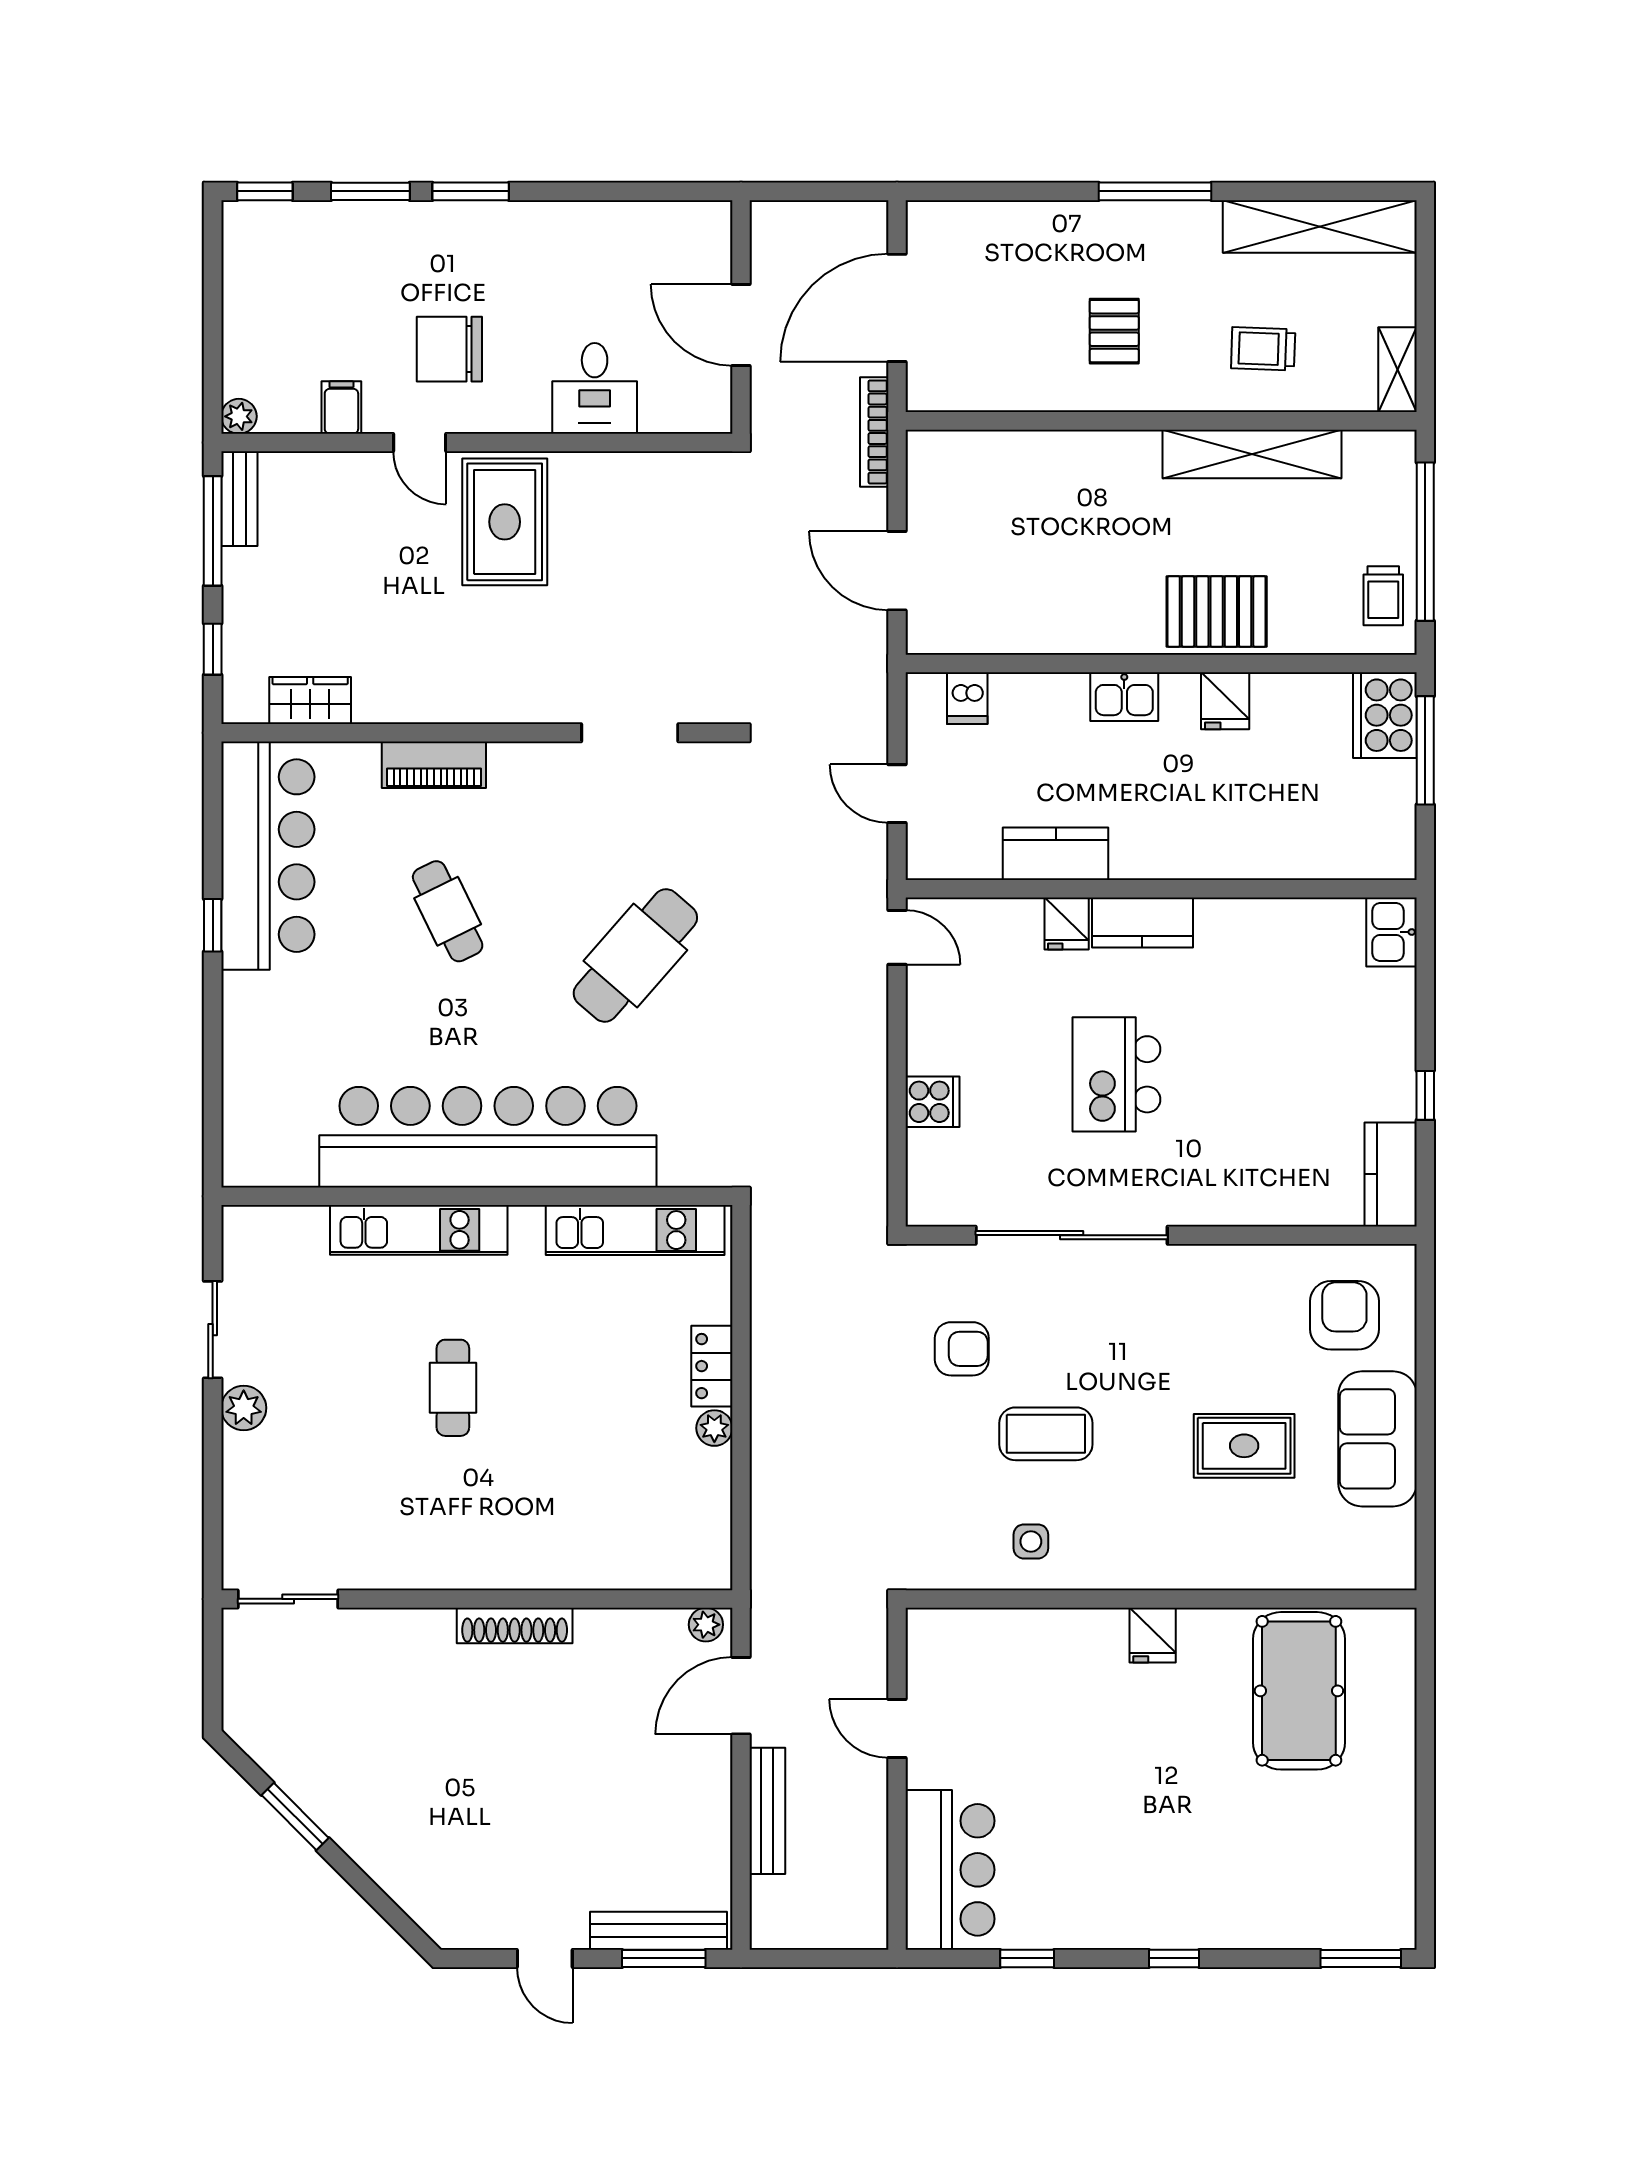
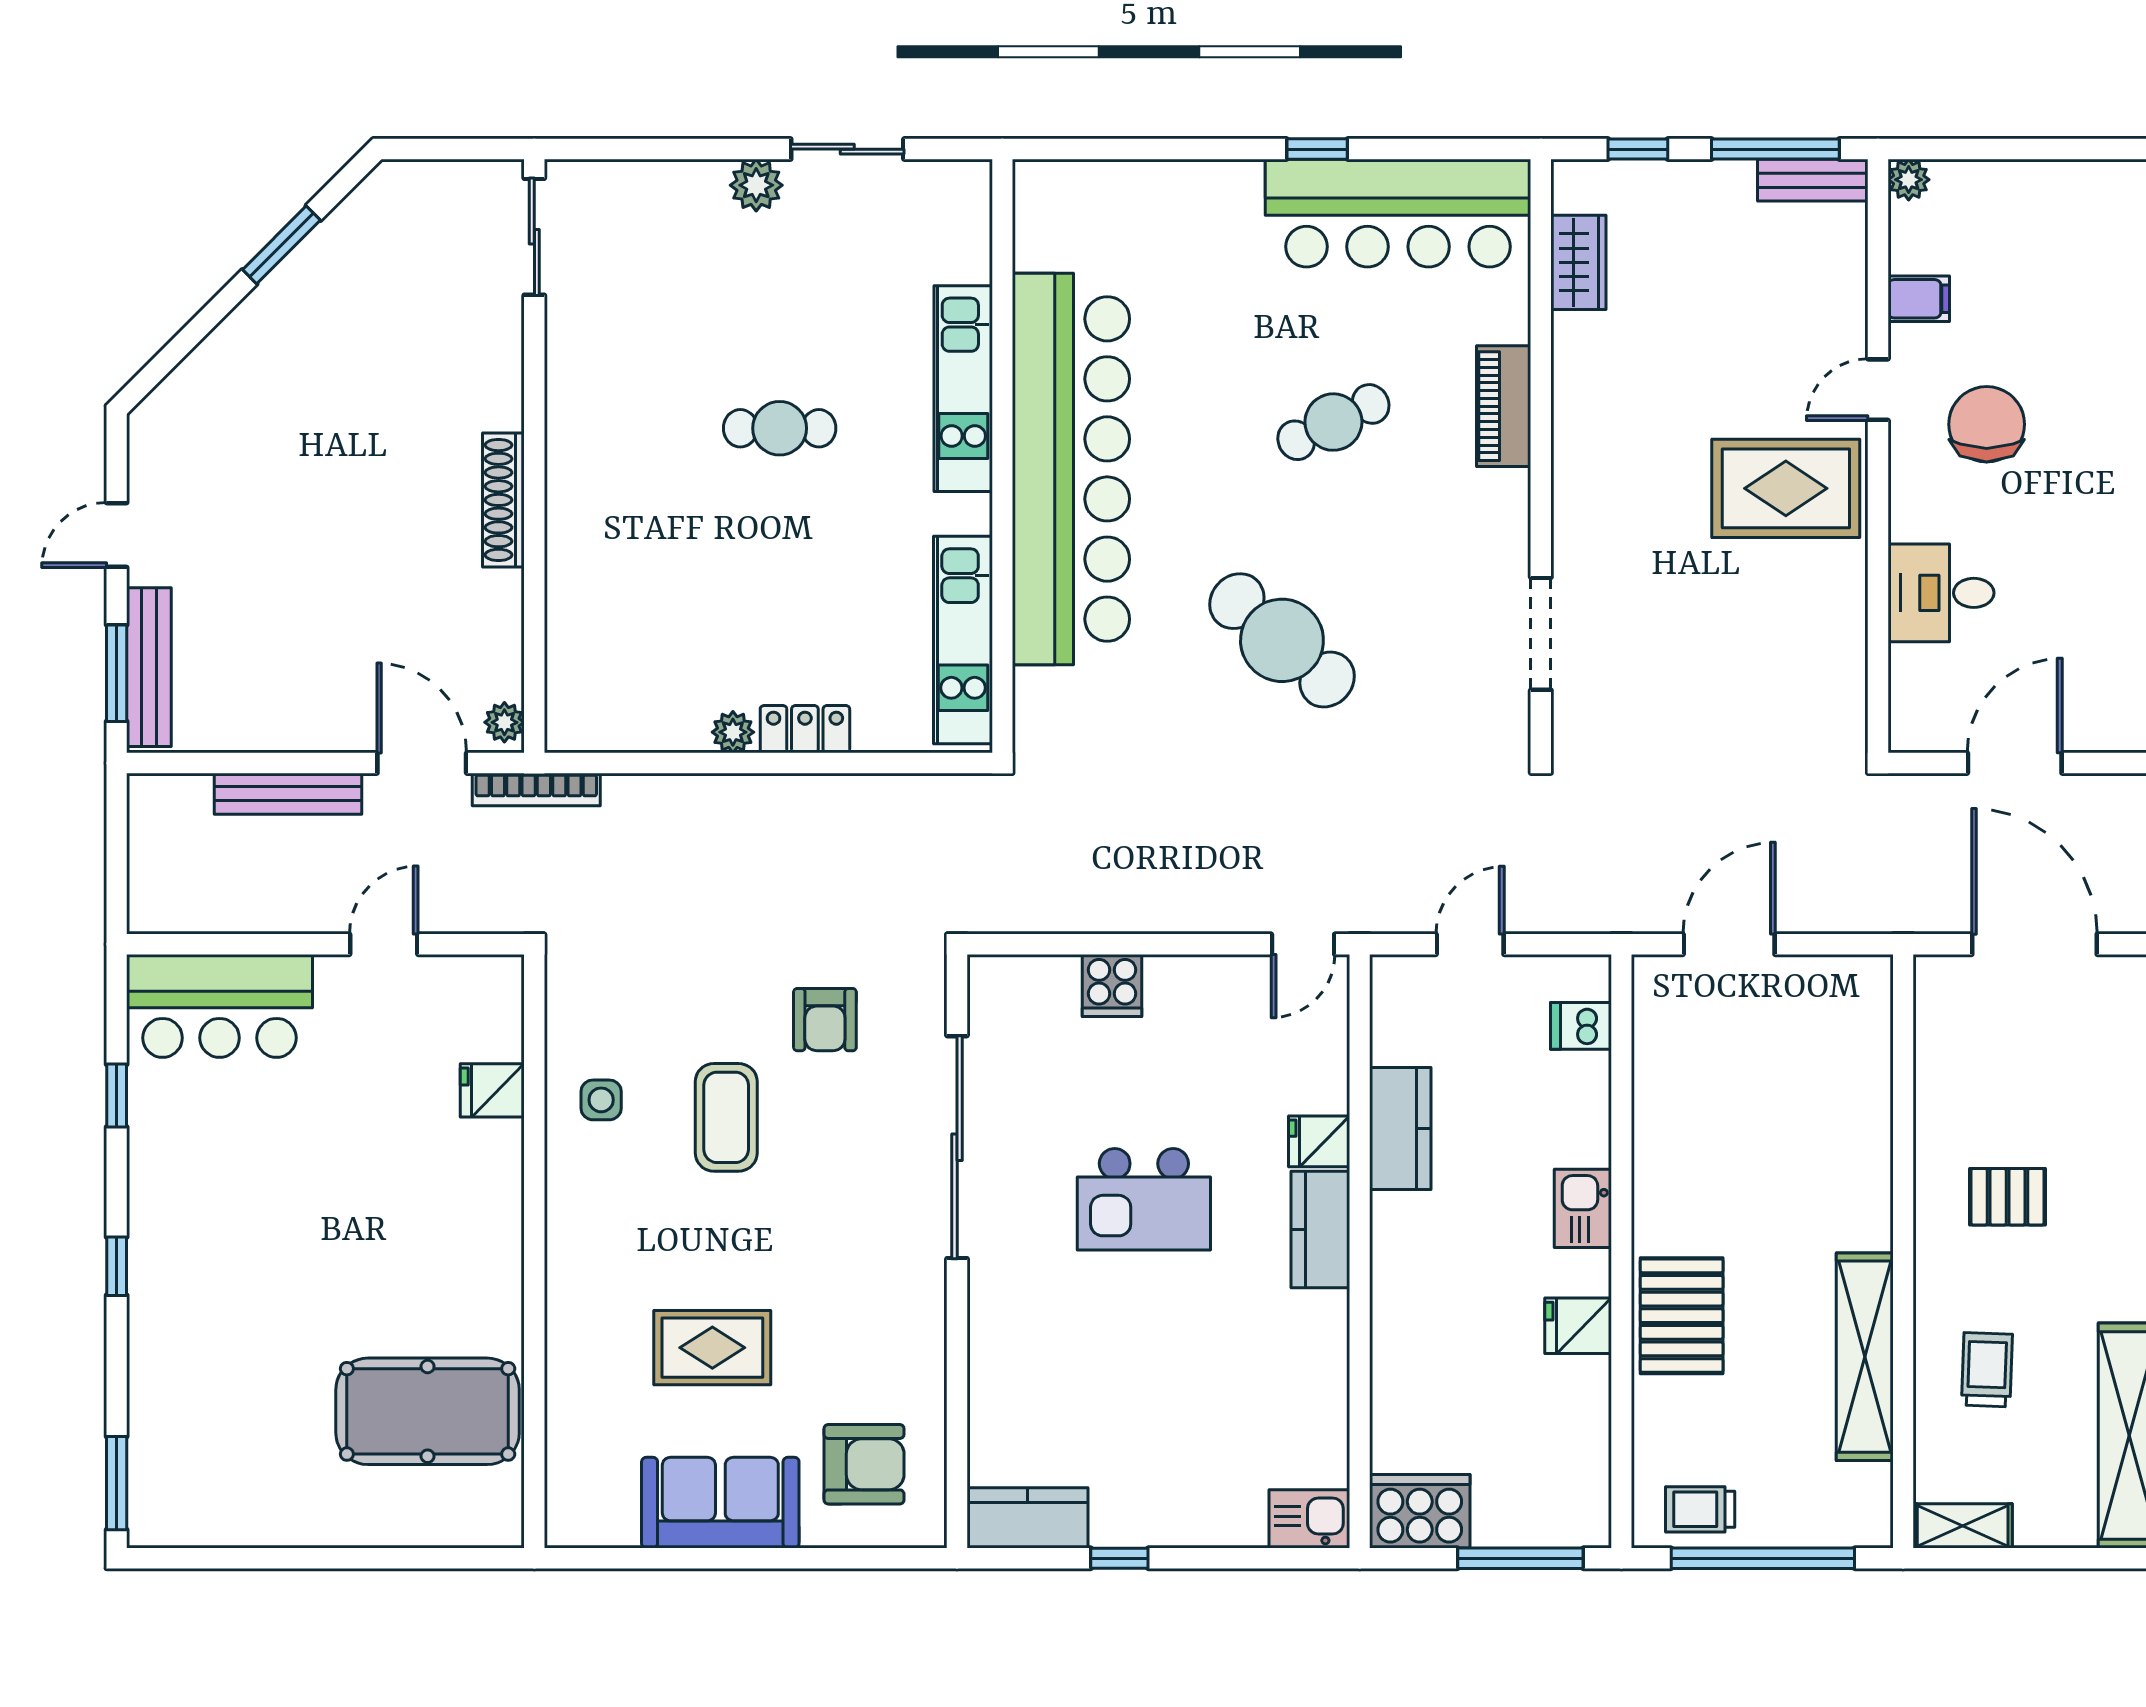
bookcase: (874, 432) -> (536, 789), moved, turned 180
cooker: (1385, 715) -> (1420, 1511), moved
kitchen island: (1116, 1074) -> (1144, 1199), turned 180
rug: (1244, 1446) -> (712, 1348), turned 90
fridge: (1153, 1635) -> (492, 1090), moved

